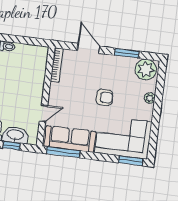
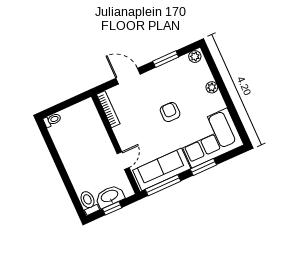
plant: (146, 70) -> (195, 57), width x0.53, depth x0.53
armchair: (104, 97) -> (170, 112), turned -90
window: (131, 161) -> (203, 167), moved

